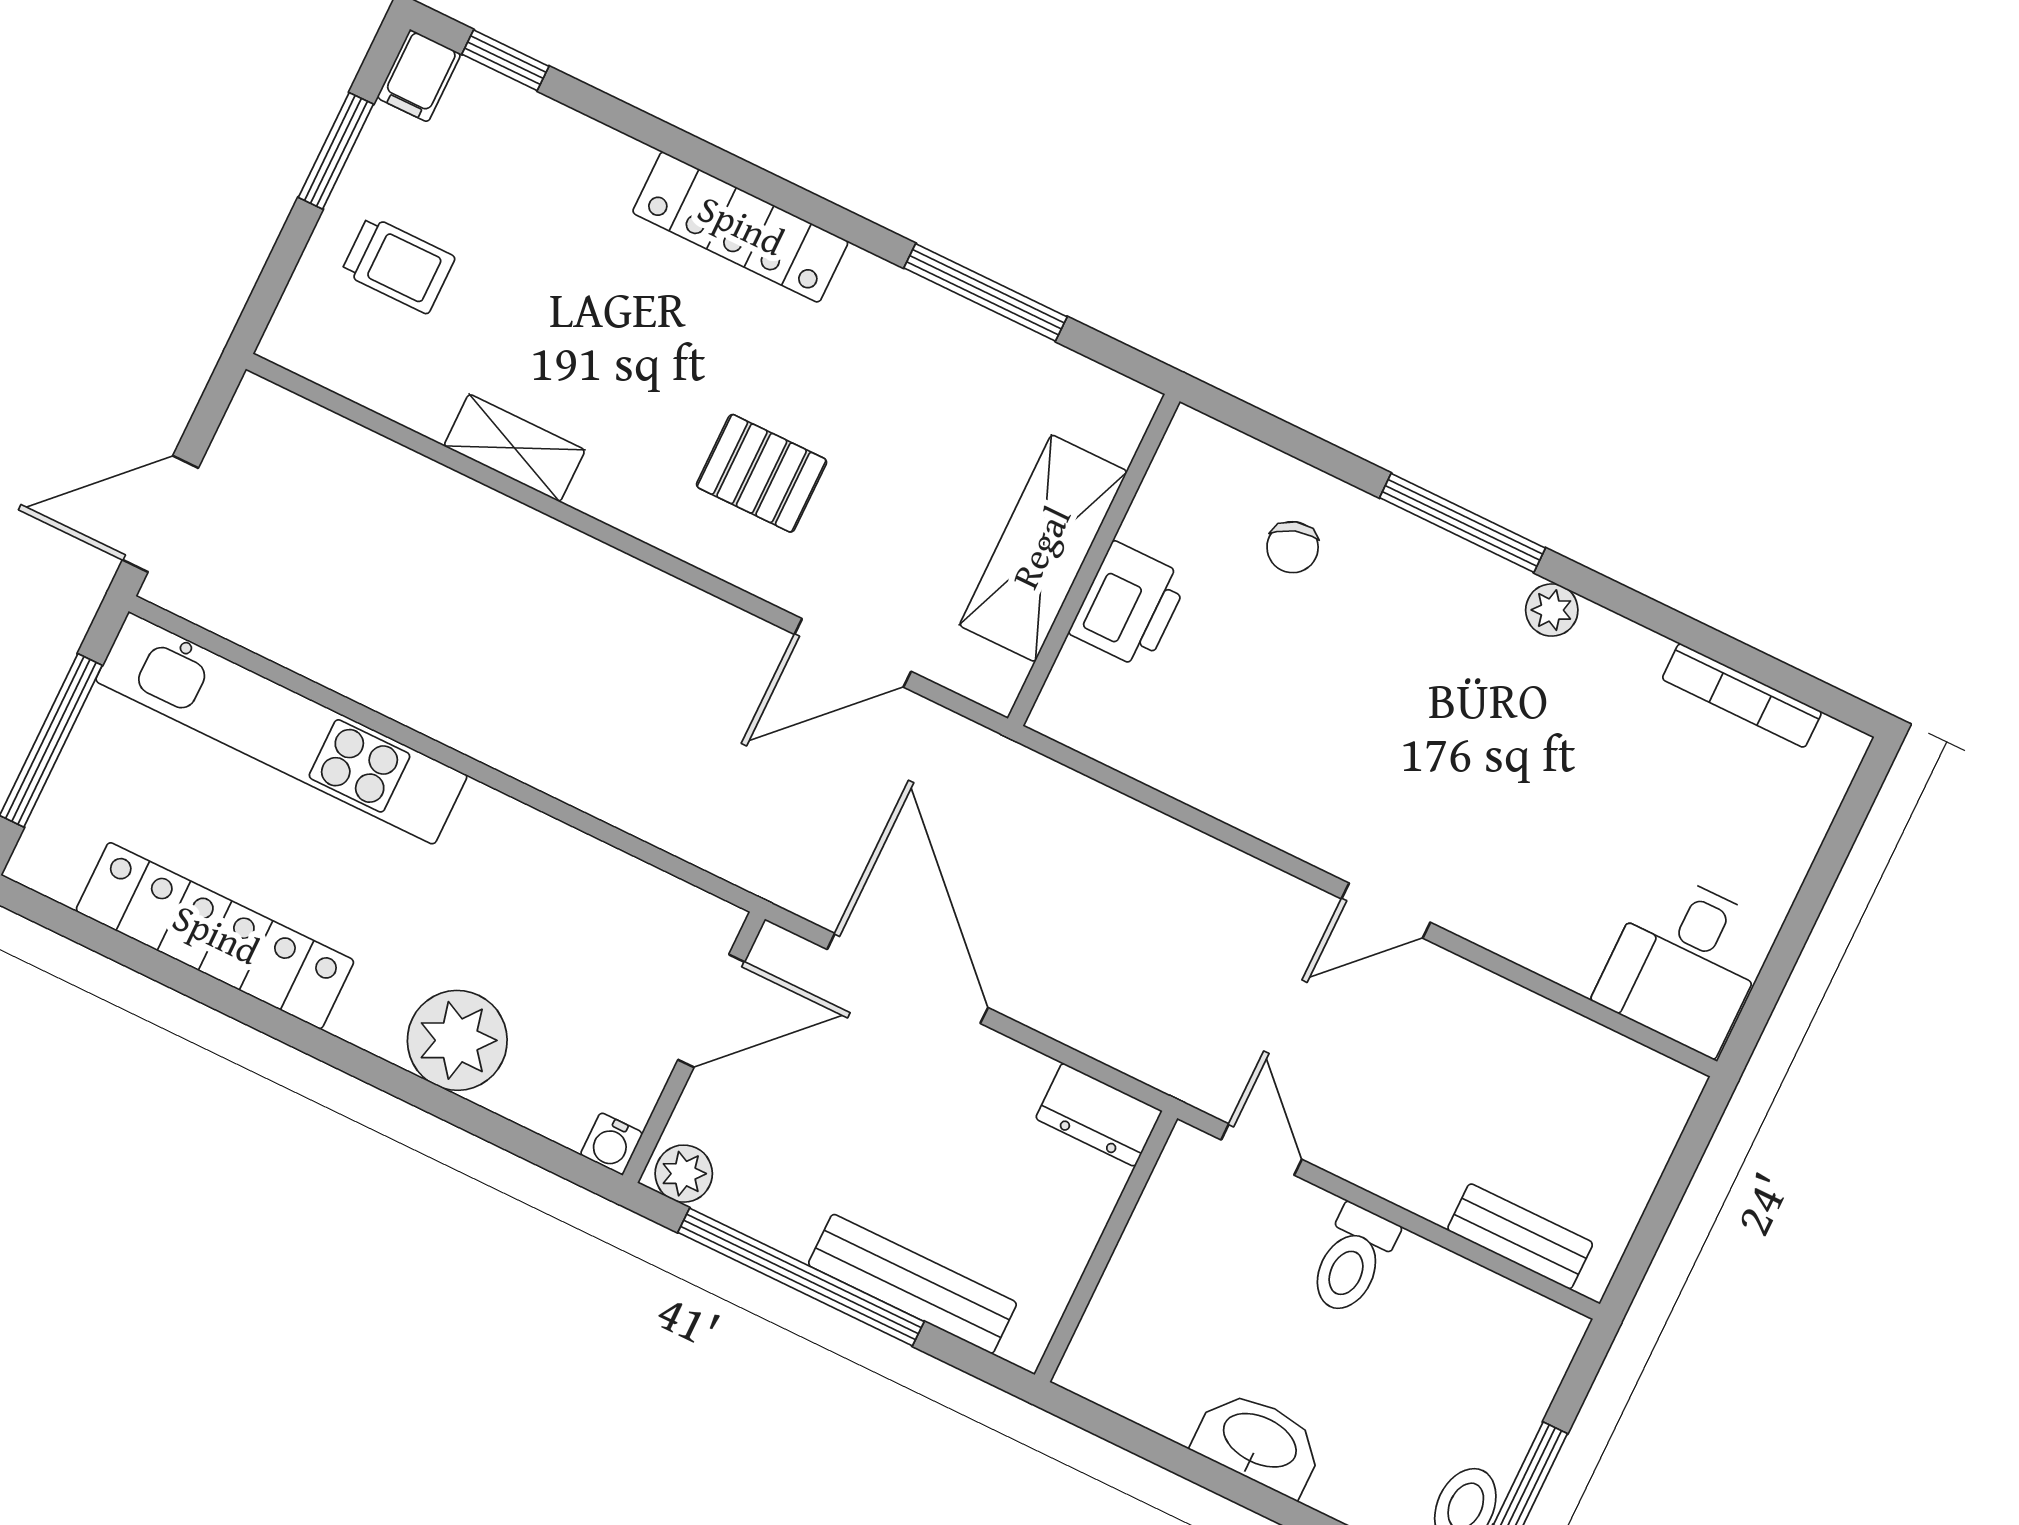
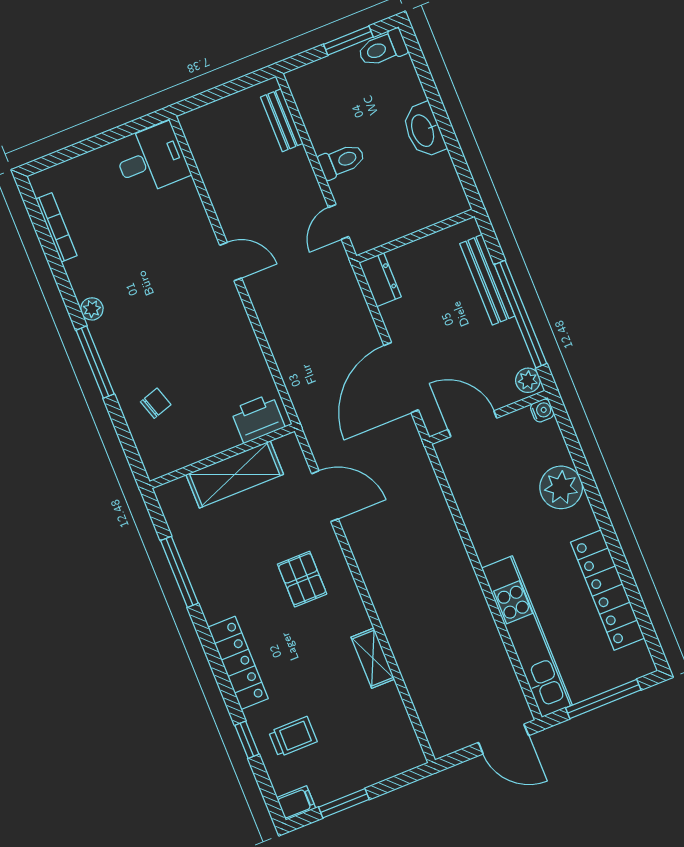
window: (505, 60) -> (247, 740), moved
trolley: (398, 265) -> (293, 737), moved, turned 90
printer: (1129, 605) -> (258, 418), moved

